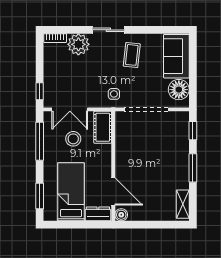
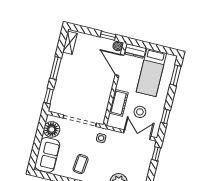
cot: (103, 127) -> (119, 103), moved
window: (40, 141) -> (166, 116), width x0.46
window: (137, 225) -> (108, 36), added

